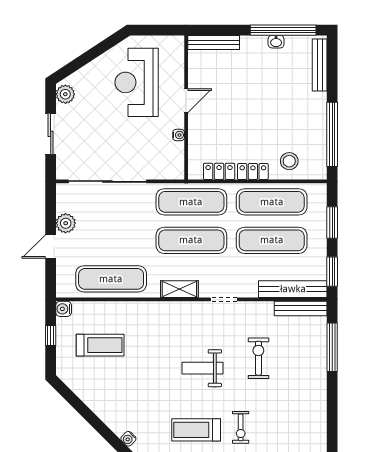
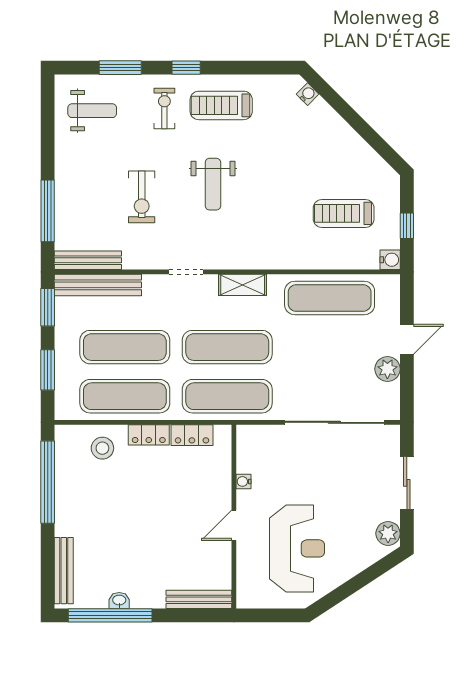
weight bench: (203, 368) -> (213, 184), turned 90
weight bench: (297, 426) -> (92, 111), added
treadmill: (196, 430) -> (221, 105), turned 180

